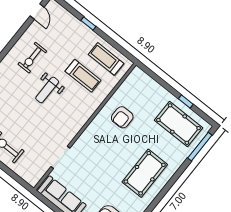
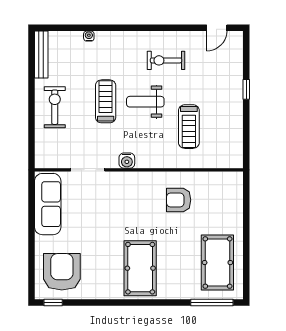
treadmill: (106, 59) -> (106, 101), moved
window: (186, 101) -> (246, 251), removed
water cooler: (74, 129) -> (127, 161), added
pool table: (145, 173) -> (140, 268), turned 90

